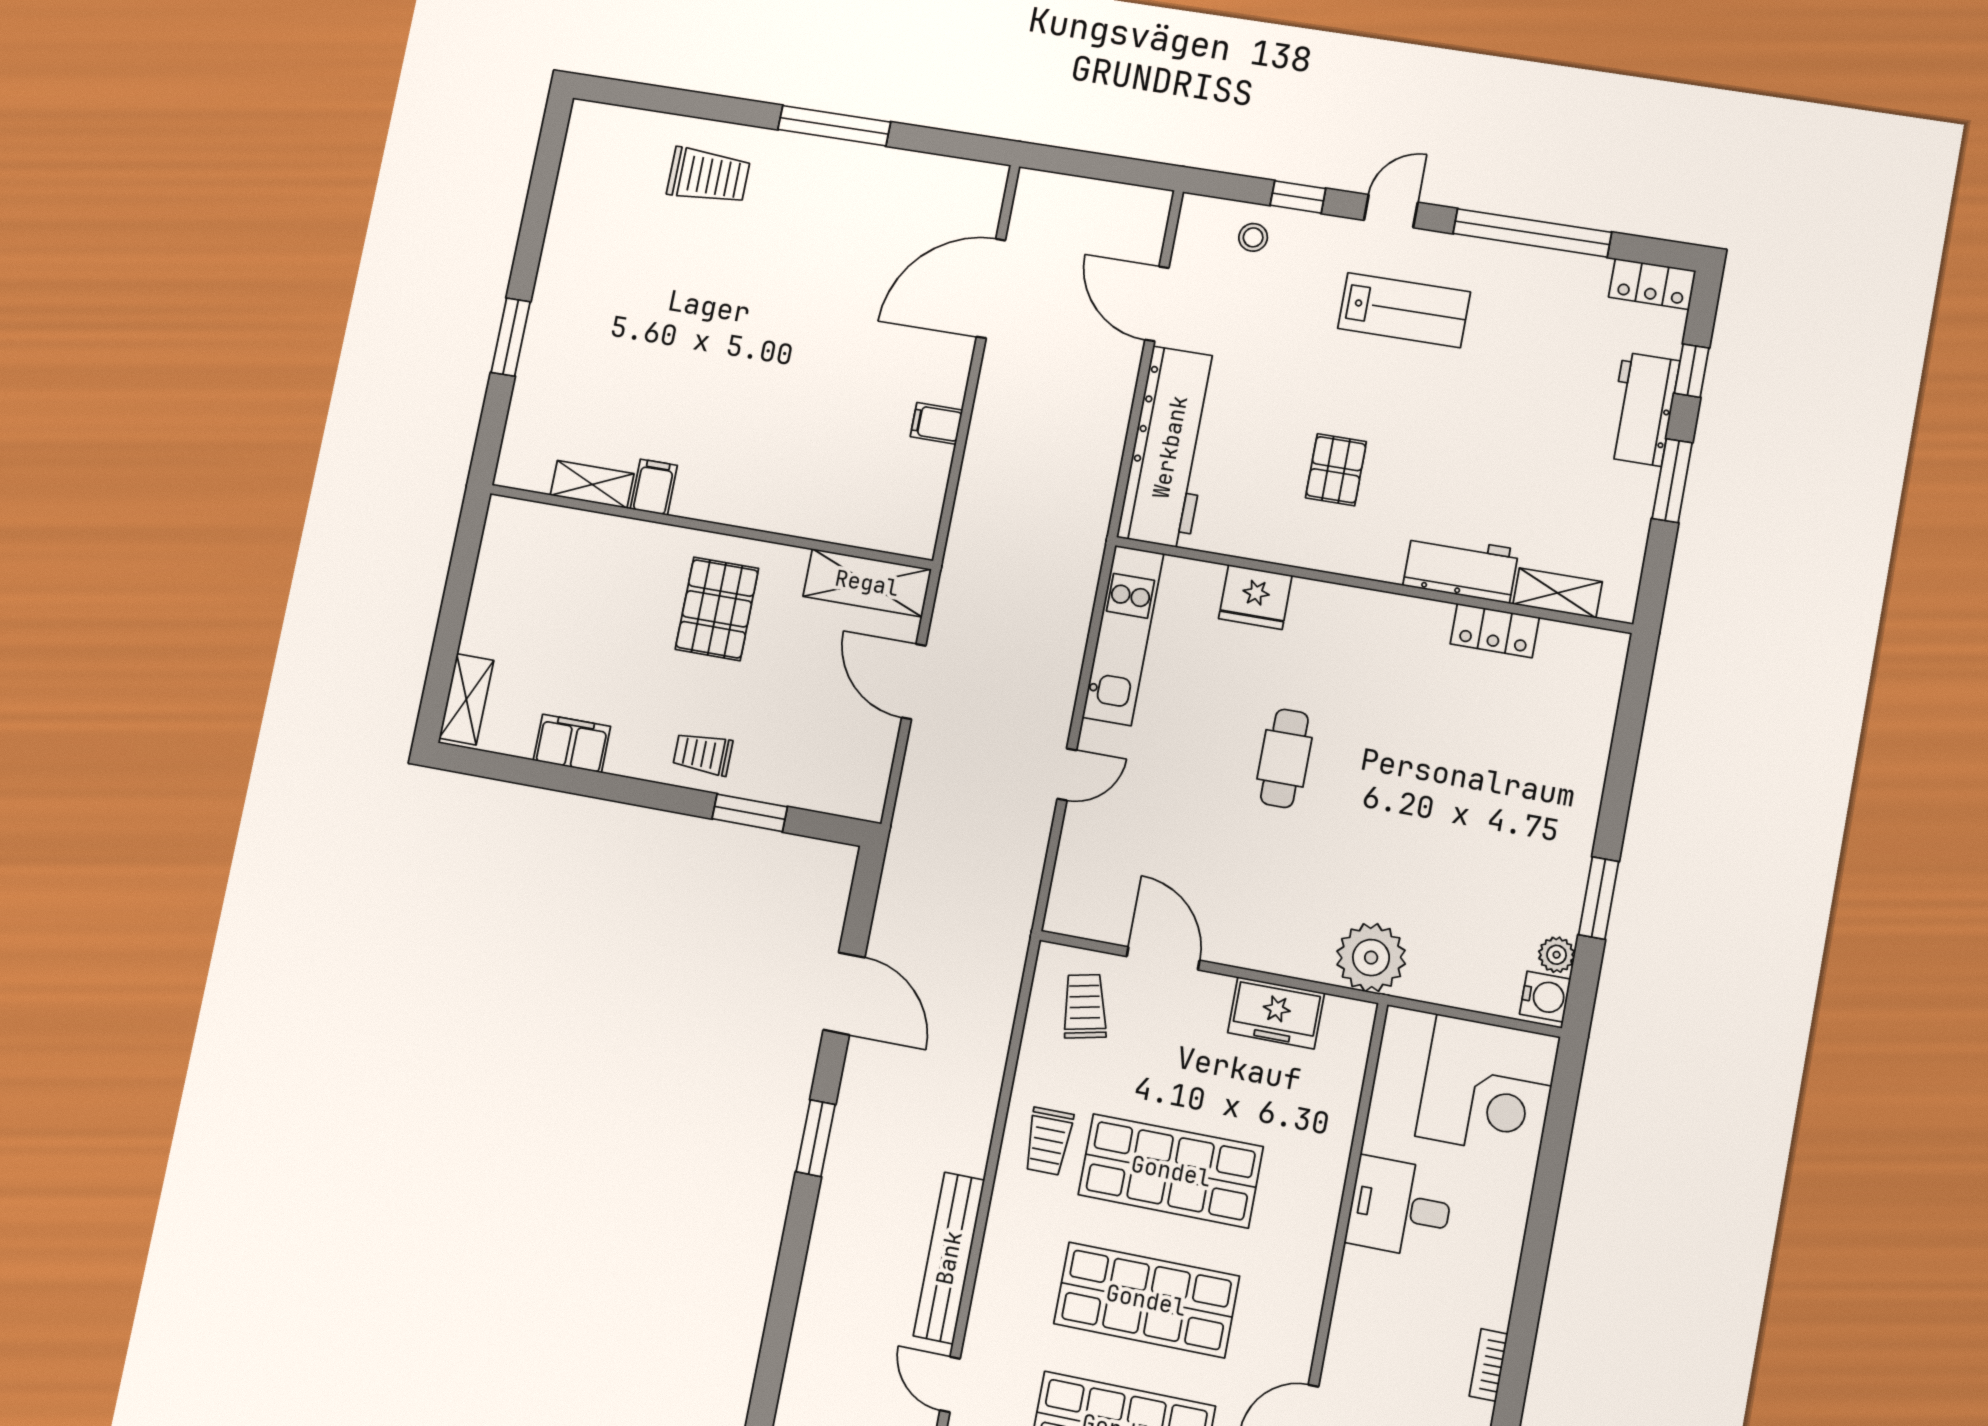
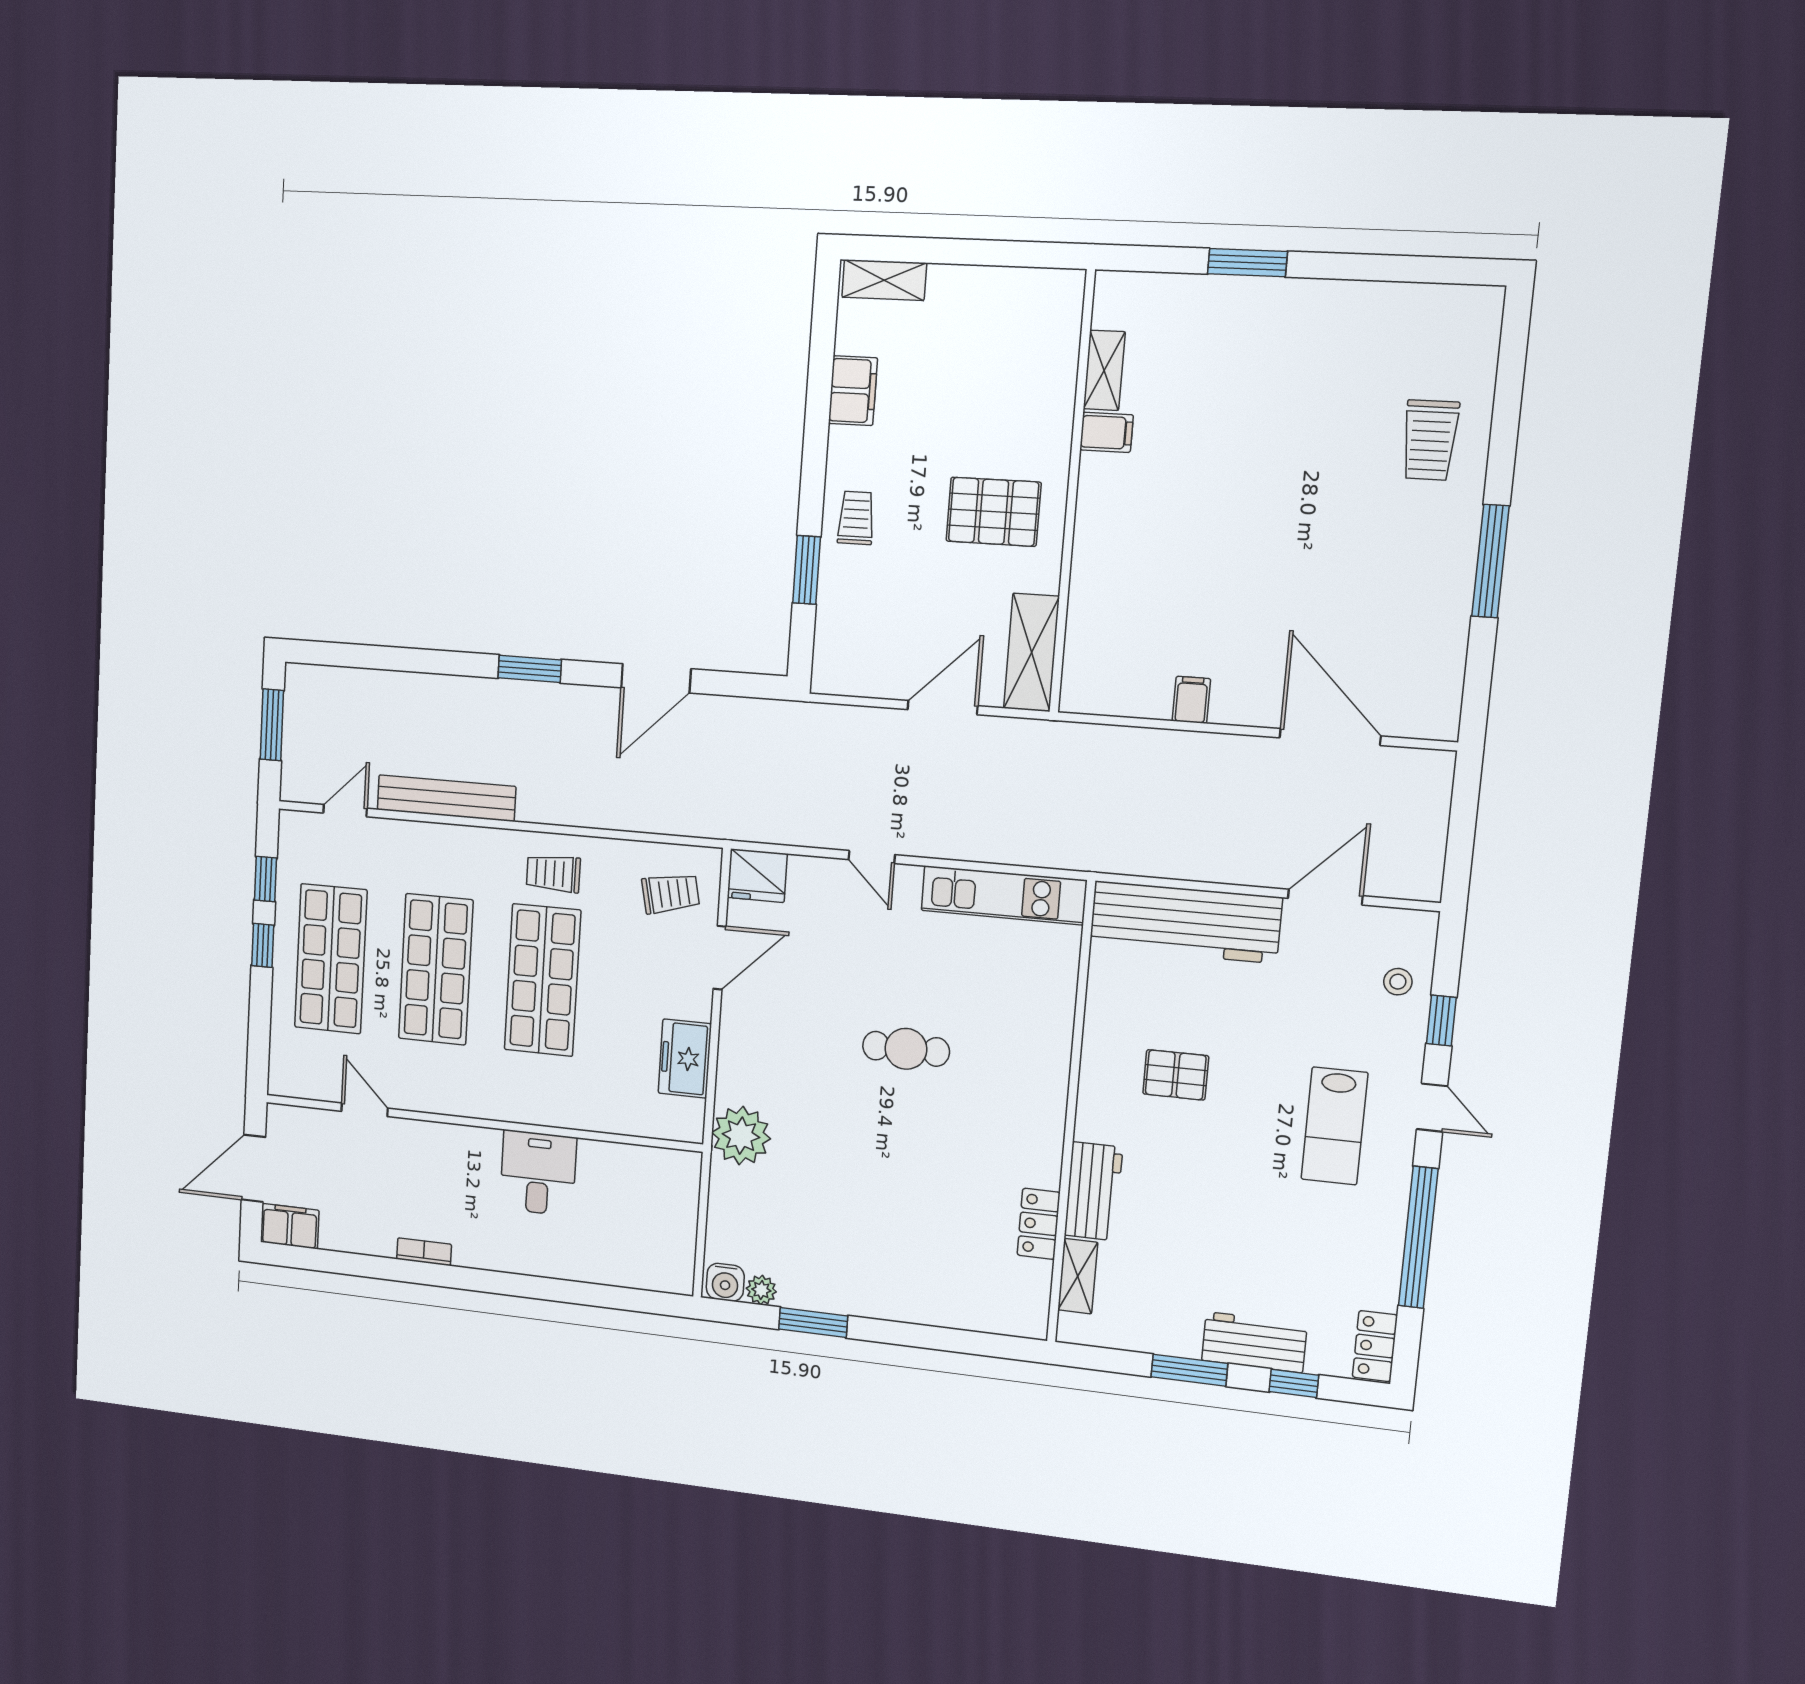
fridge: (1255, 597) -> (757, 876), moved, turned -90
corner desk: (1488, 1087) -> (645, 1239), removed

